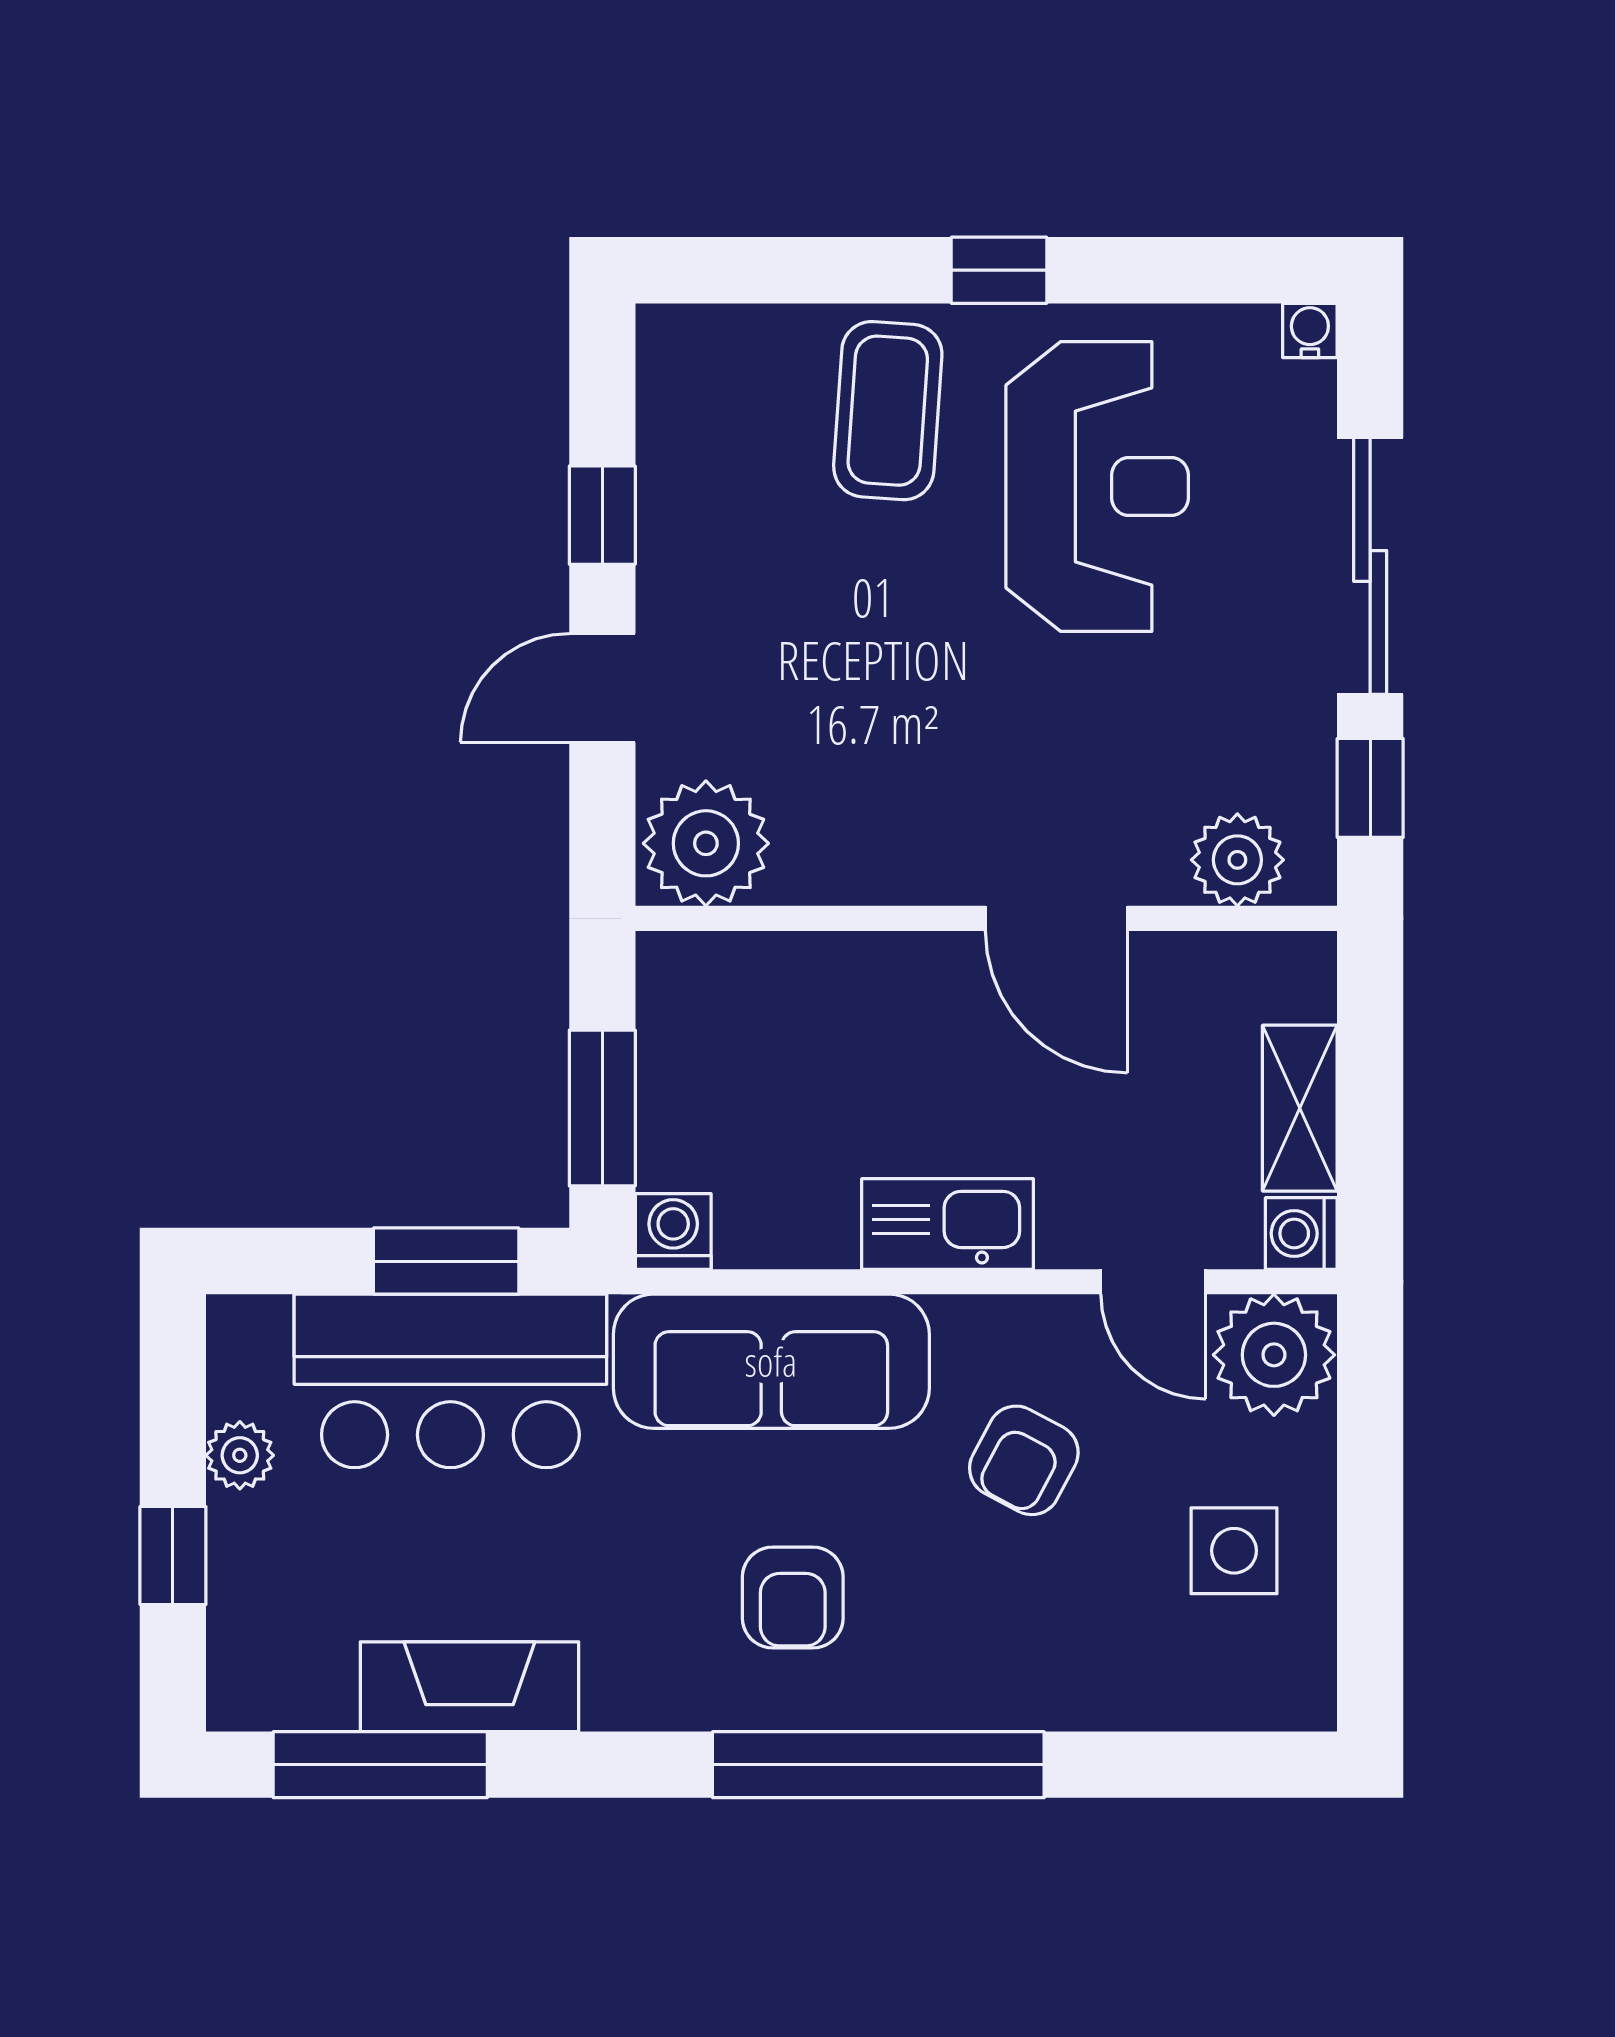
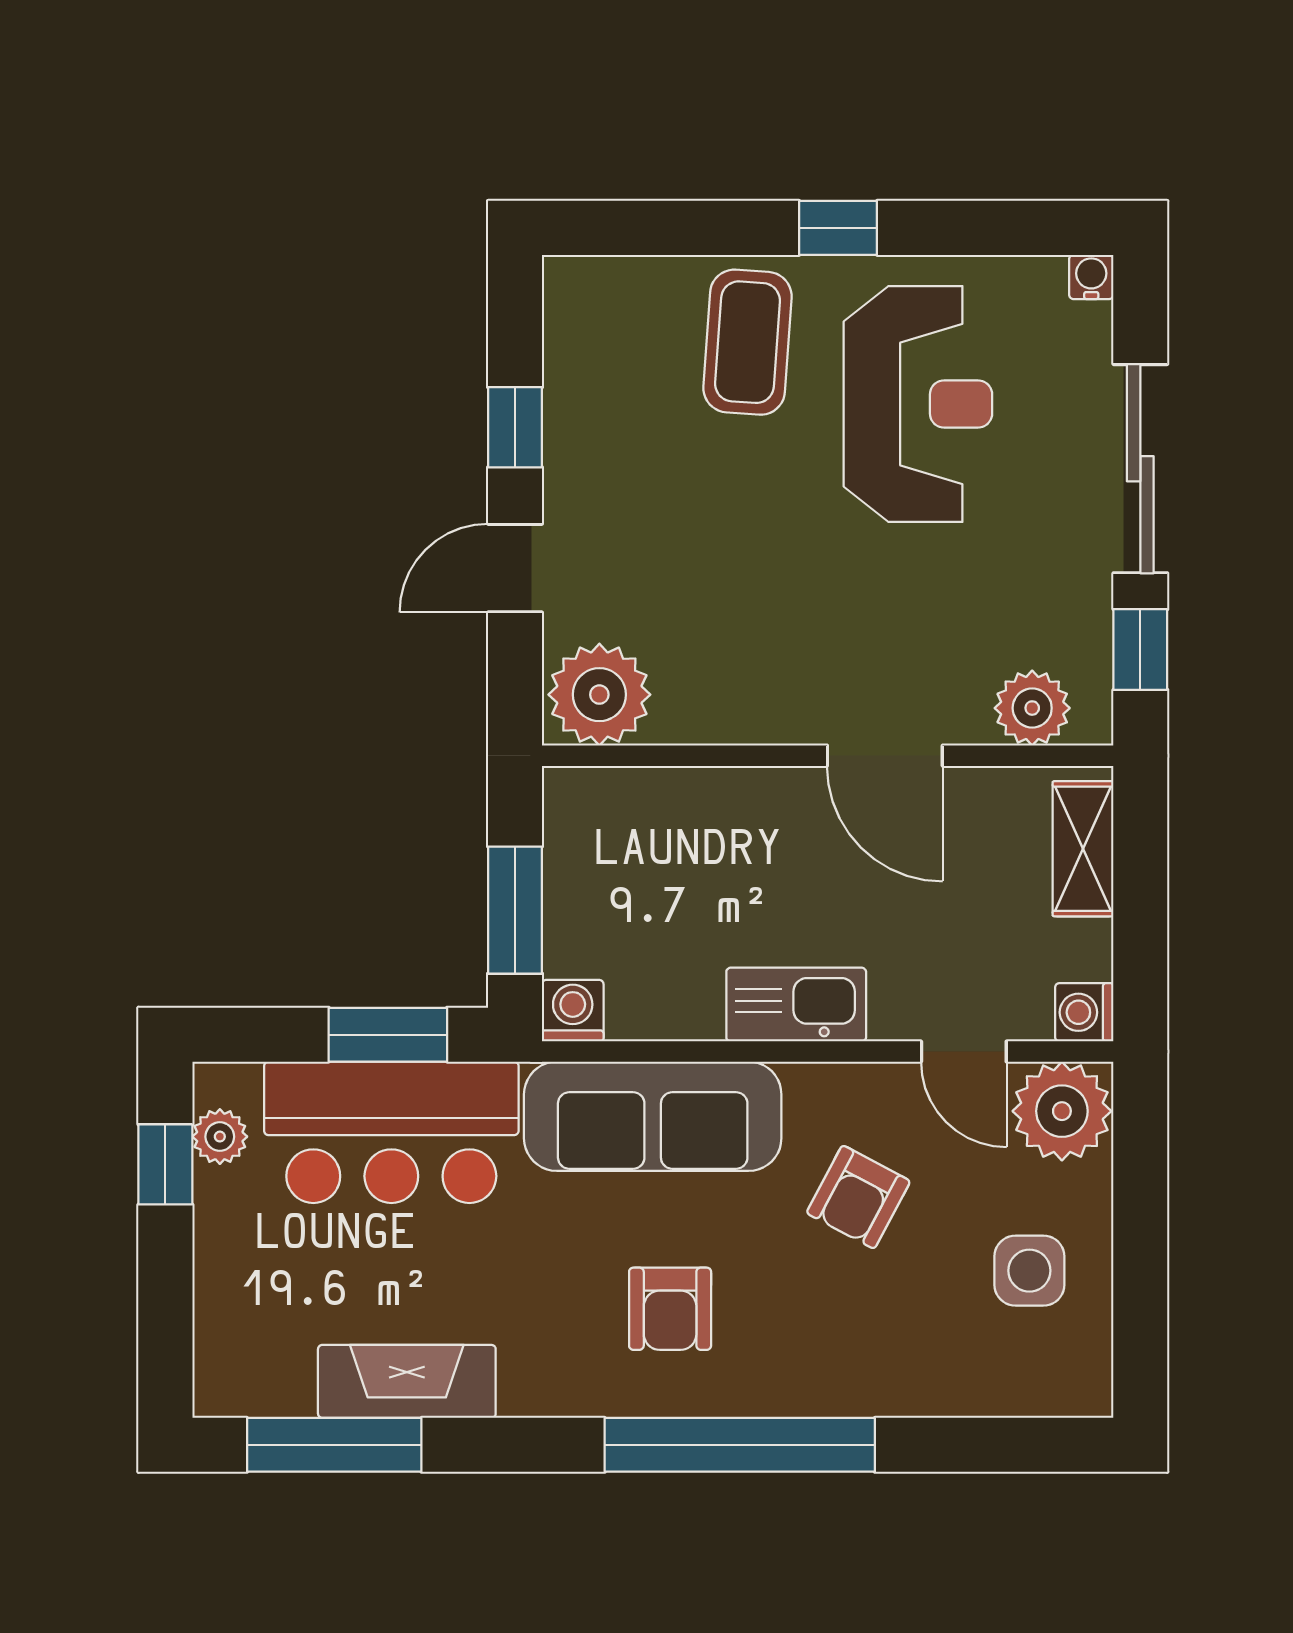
shelving: (1300, 1108) -> (1083, 849), moved
plant: (240, 1455) -> (220, 1137), moved
window: (173, 1555) -> (165, 1164), moved

